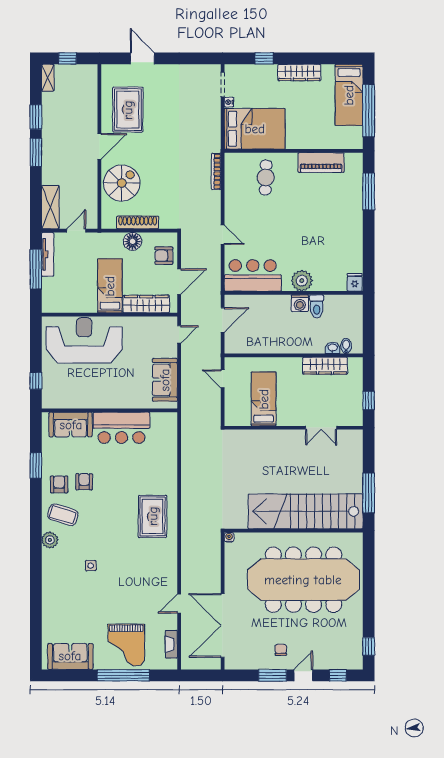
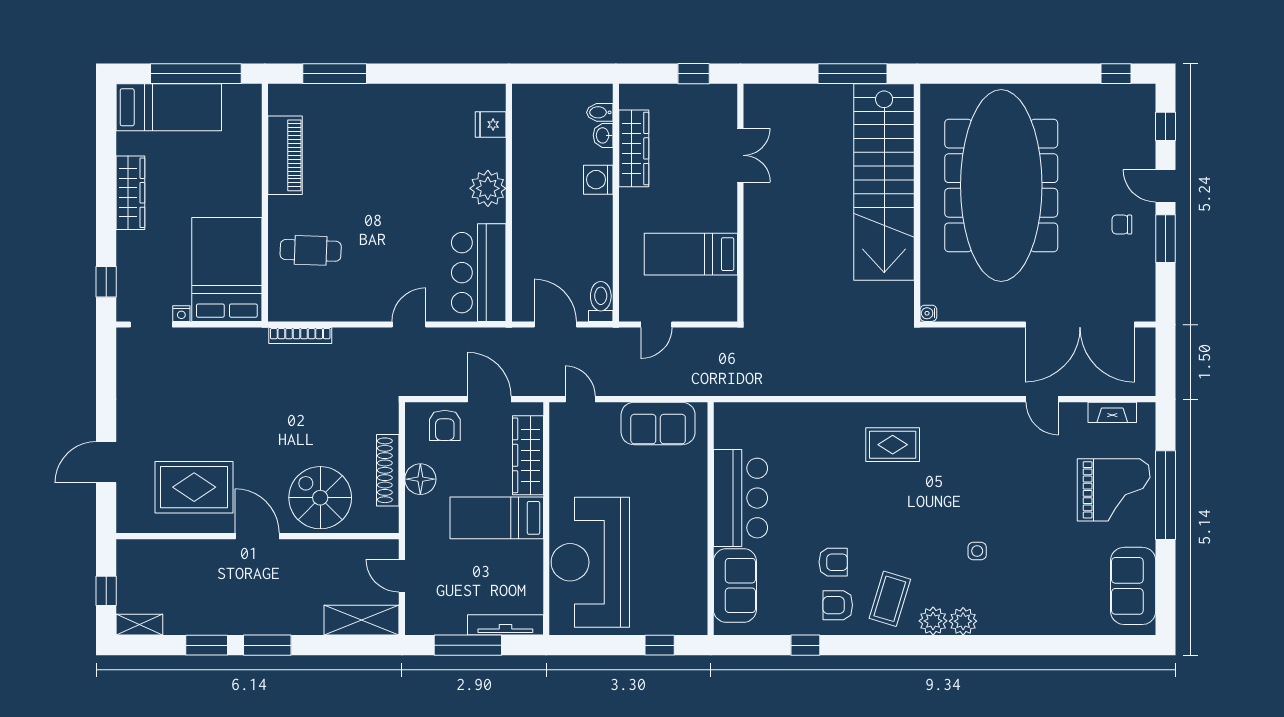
window: (264, 58) -> (106, 282), moved
tv unit: (48, 254) -> (505, 625), moved
fridge: (355, 282) -> (491, 124), moved
washing machine: (300, 303) -> (598, 180), moved, turned 180
toilet: (317, 306) -> (601, 301), moved, turned -90
window: (36, 466) -> (805, 645), width x0.67
armchair: (84, 482) -> (833, 562), turned 180
rug: (153, 516) -> (893, 445), width x0.73, depth x0.70
plant: (50, 557) -> (963, 621), added

